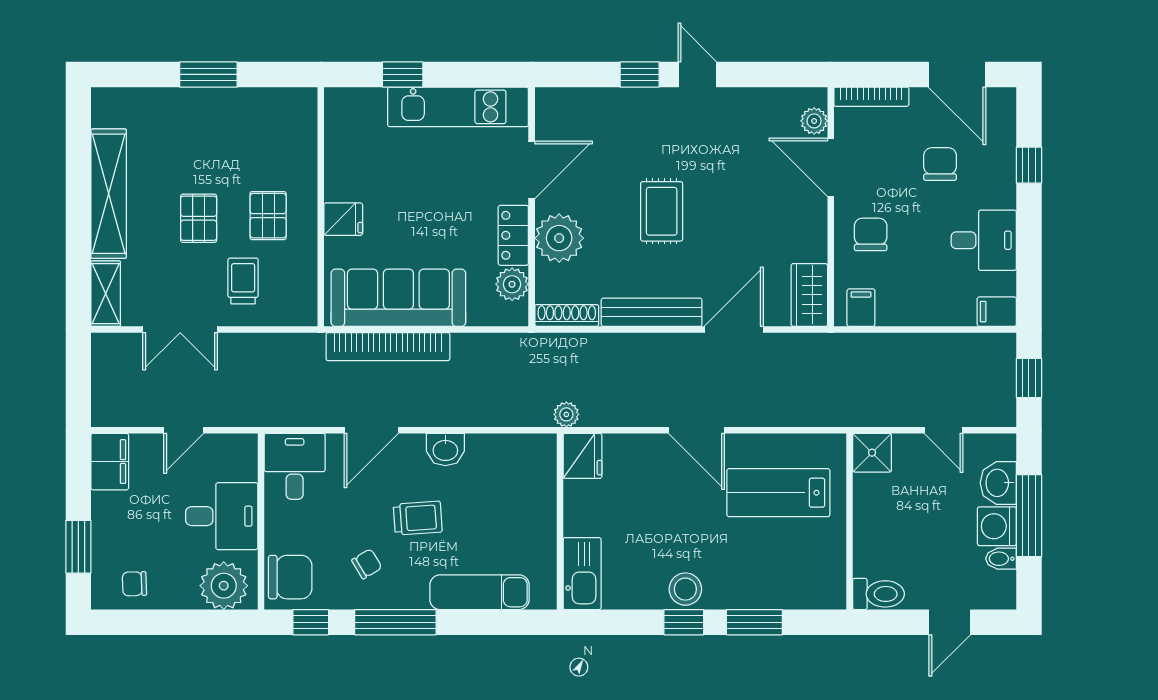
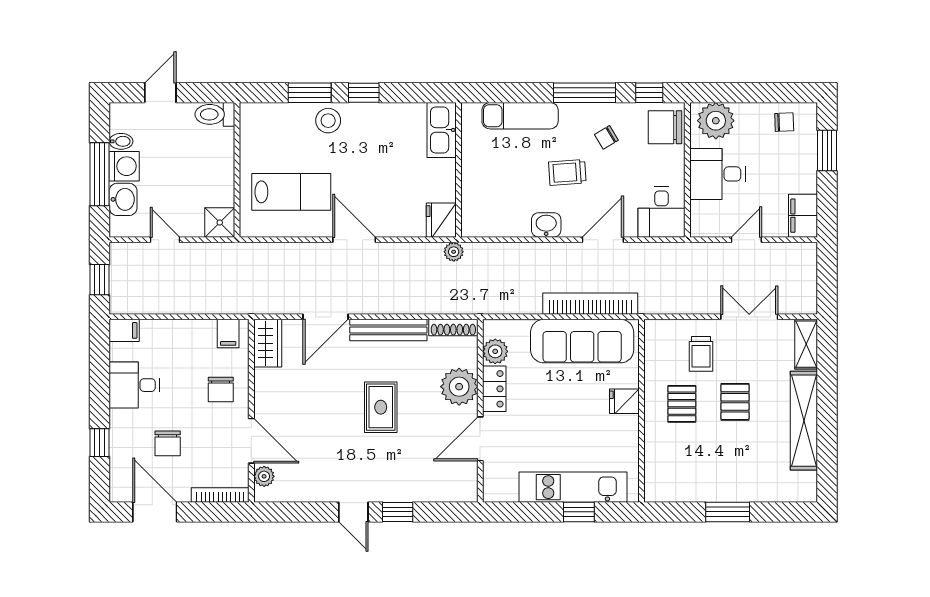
kitchen unit: (458, 107) -> (573, 487), moved
stool: (685, 589) -> (328, 121), moved

